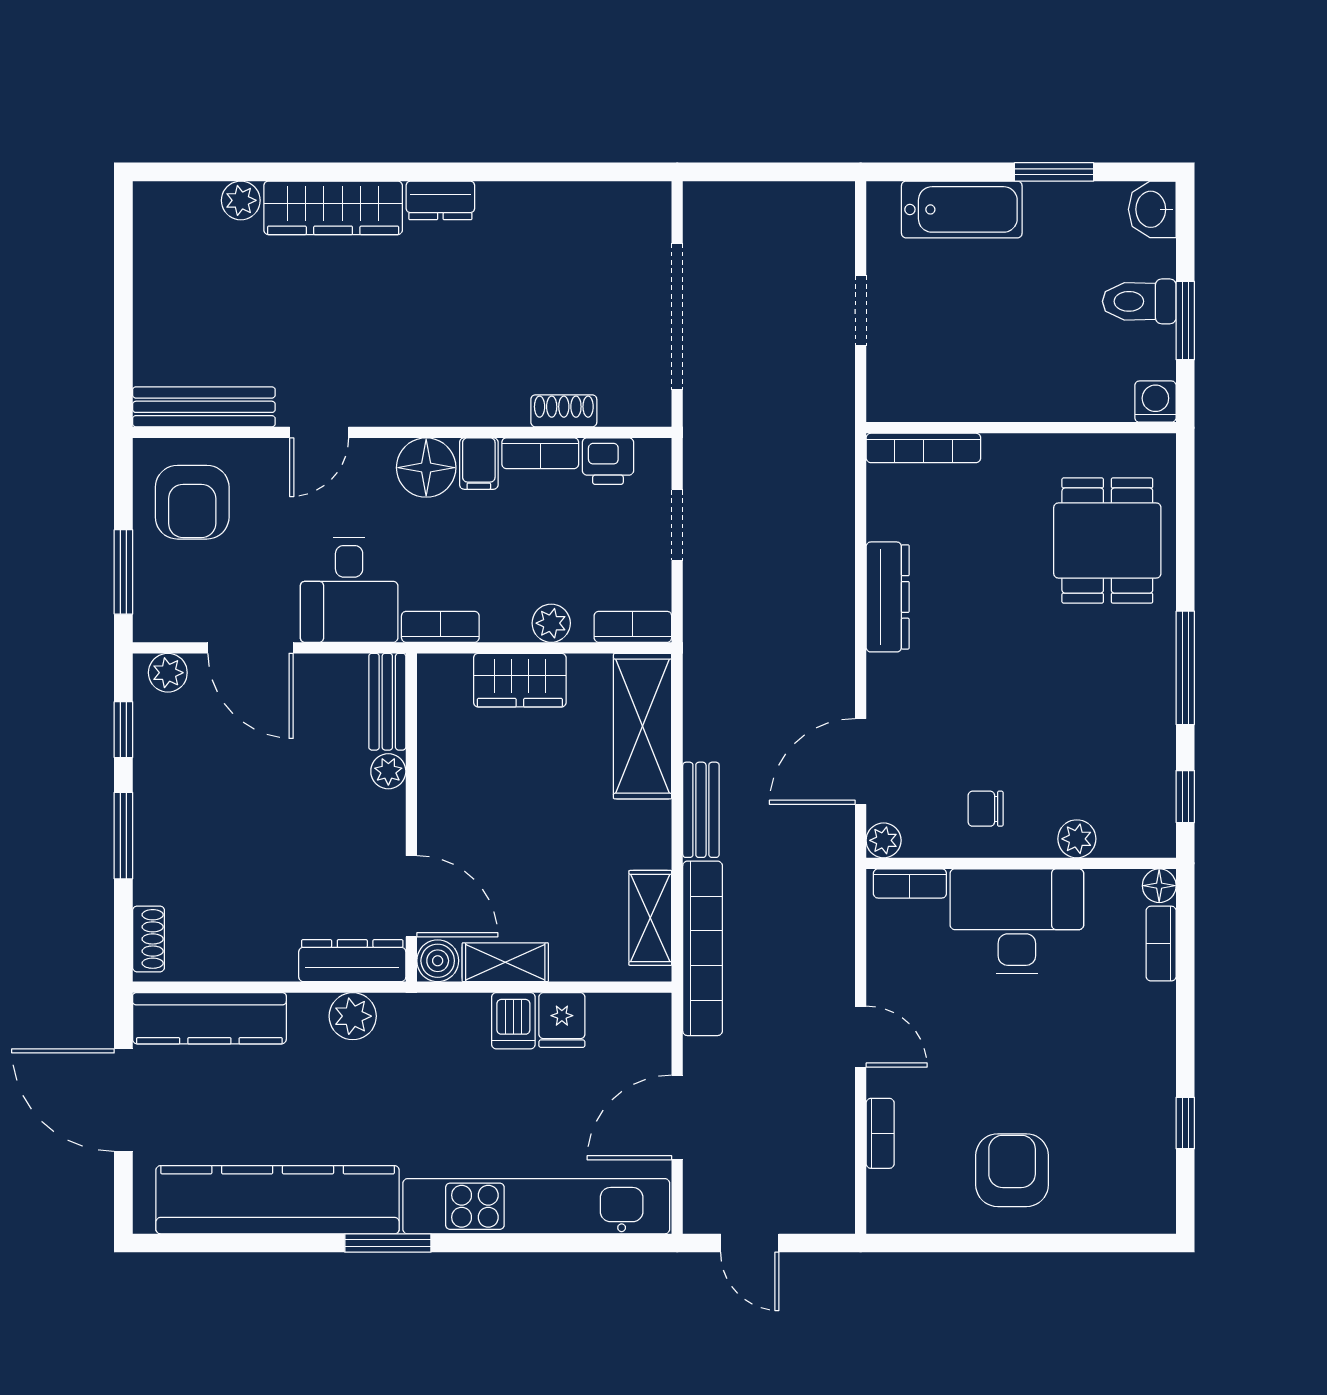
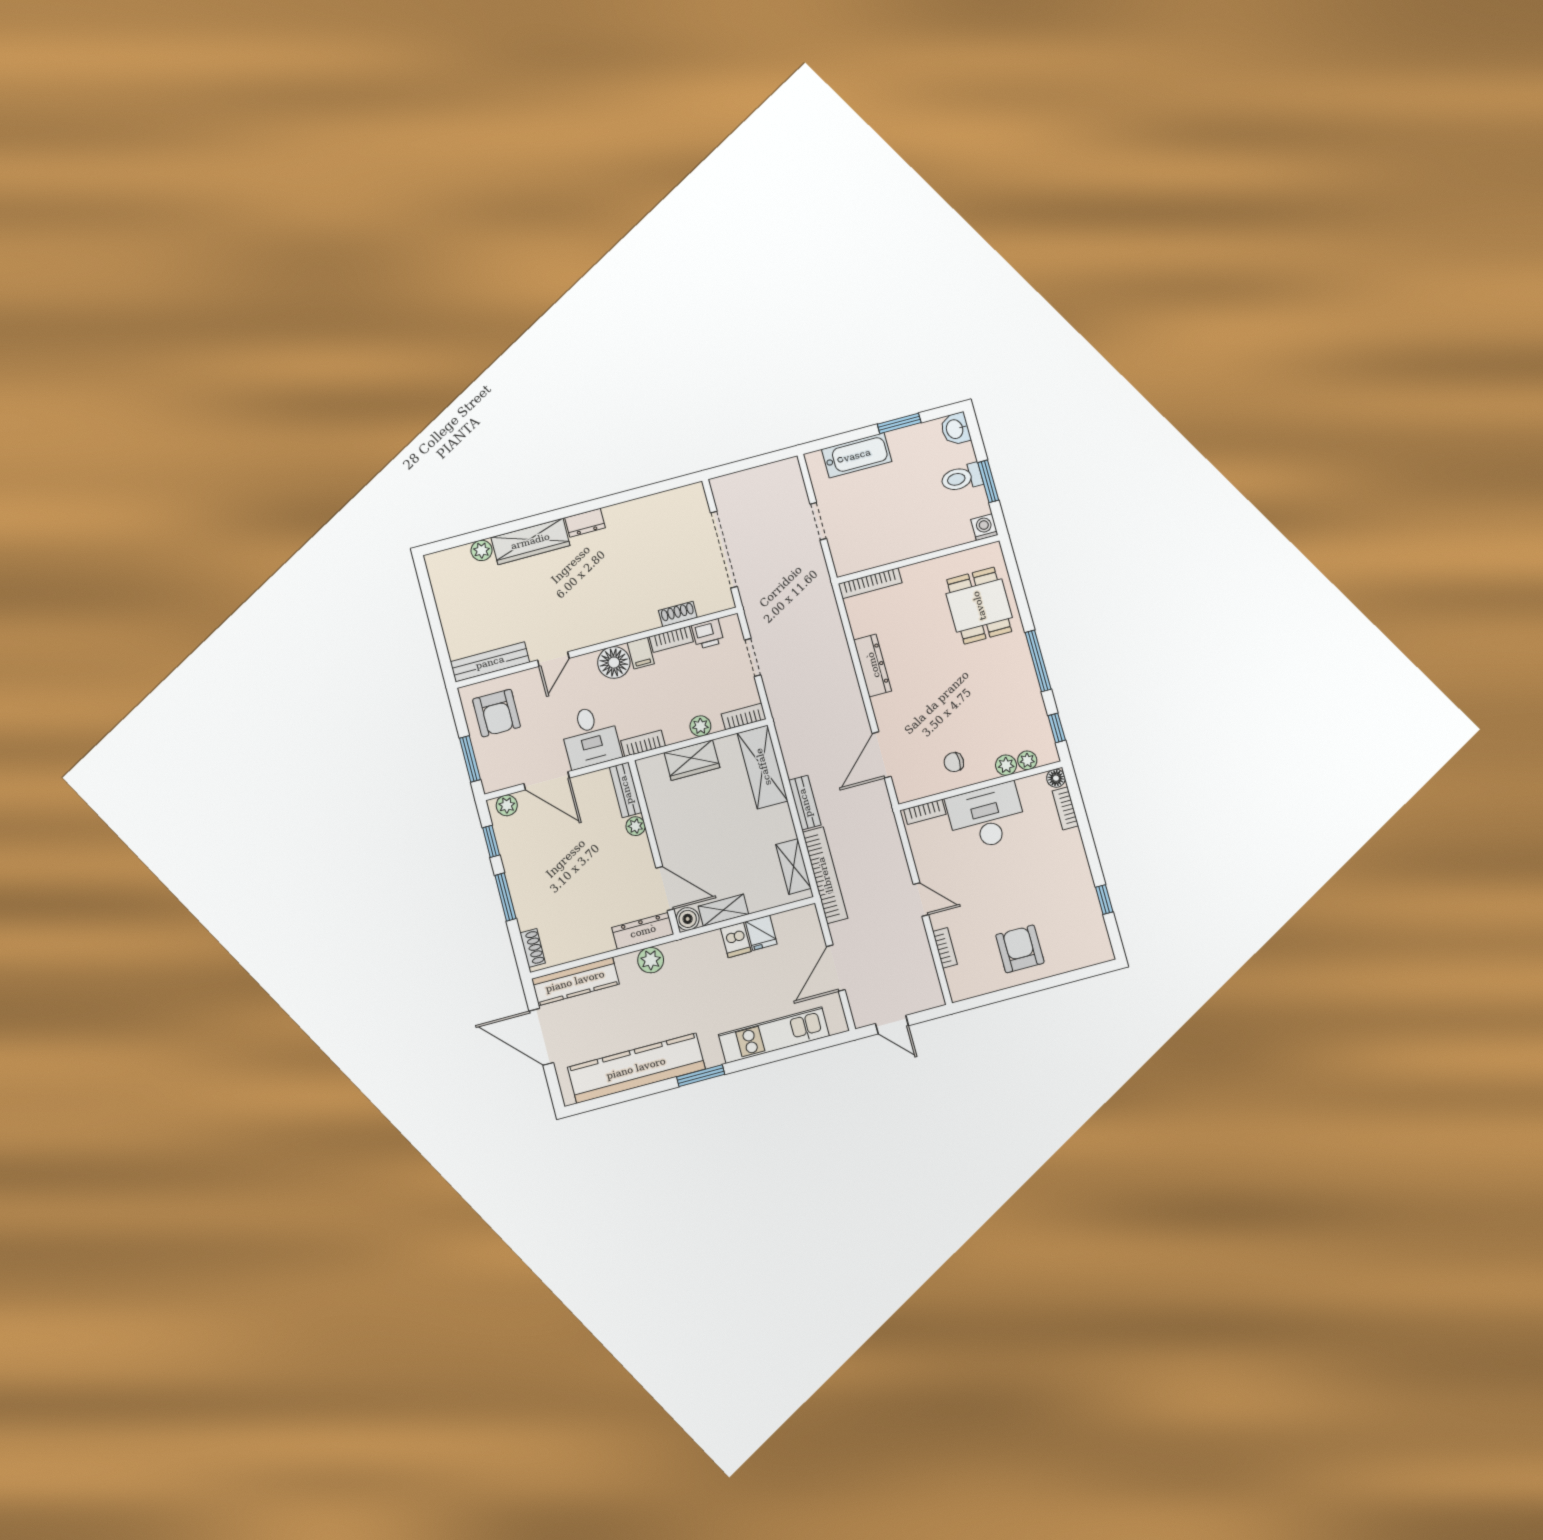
plant: (884, 840) -> (1027, 760), moved
kitchen unit: (536, 1206) -> (774, 1035), width x0.73

